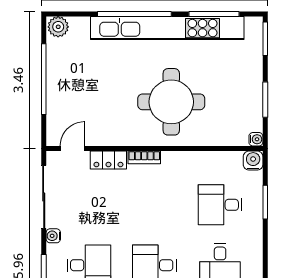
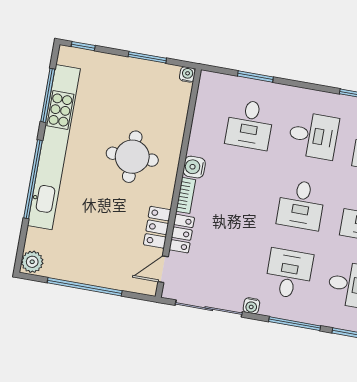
window: (265, 39) -> (83, 46), width x0.67
round table: (171, 102) -> (132, 157), width x0.73, depth x0.73
locker: (110, 136) -> (157, 227), added
door: (73, 149) -> (163, 269), hinge flipped
water cooler: (253, 161) -> (194, 167), moved

